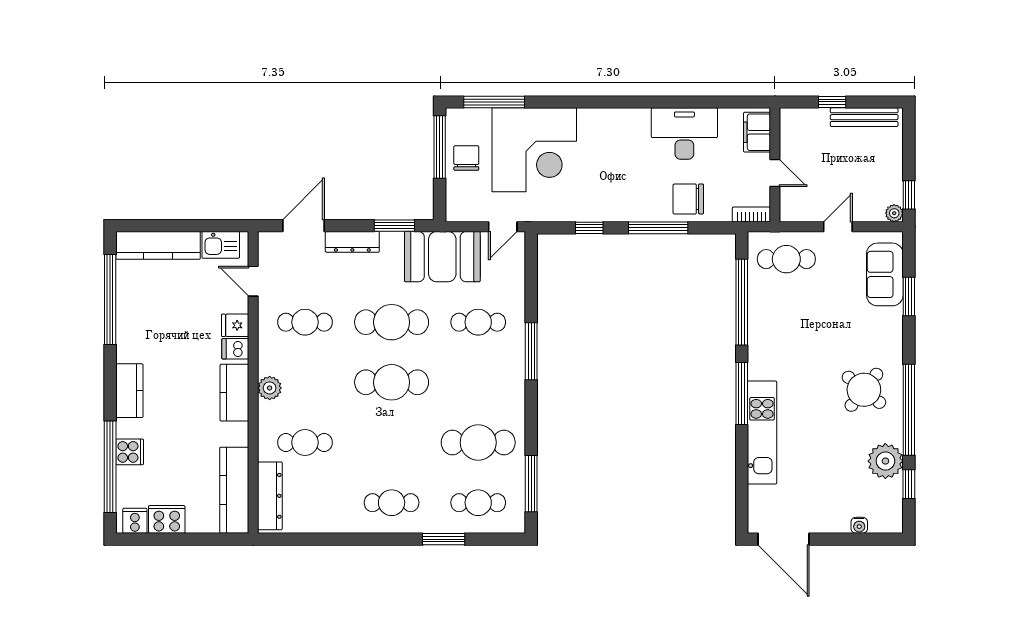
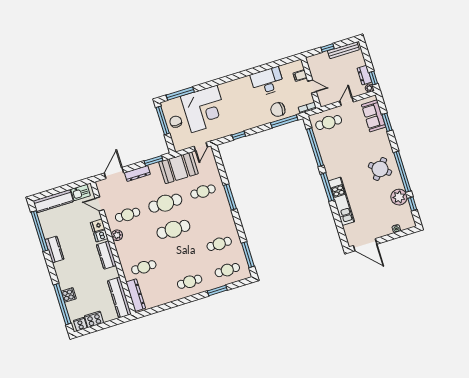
filing cabinet: (757, 132) -> (300, 76), width x0.50
dresser: (892, 183) -> (364, 75), added
window: (658, 228) -> (284, 121), moved
plant: (270, 388) -> (117, 235), moved
kitchen counter: (129, 391) -> (55, 249), moved
cafe table: (478, 442) -> (219, 244), width x0.73, depth x0.74

